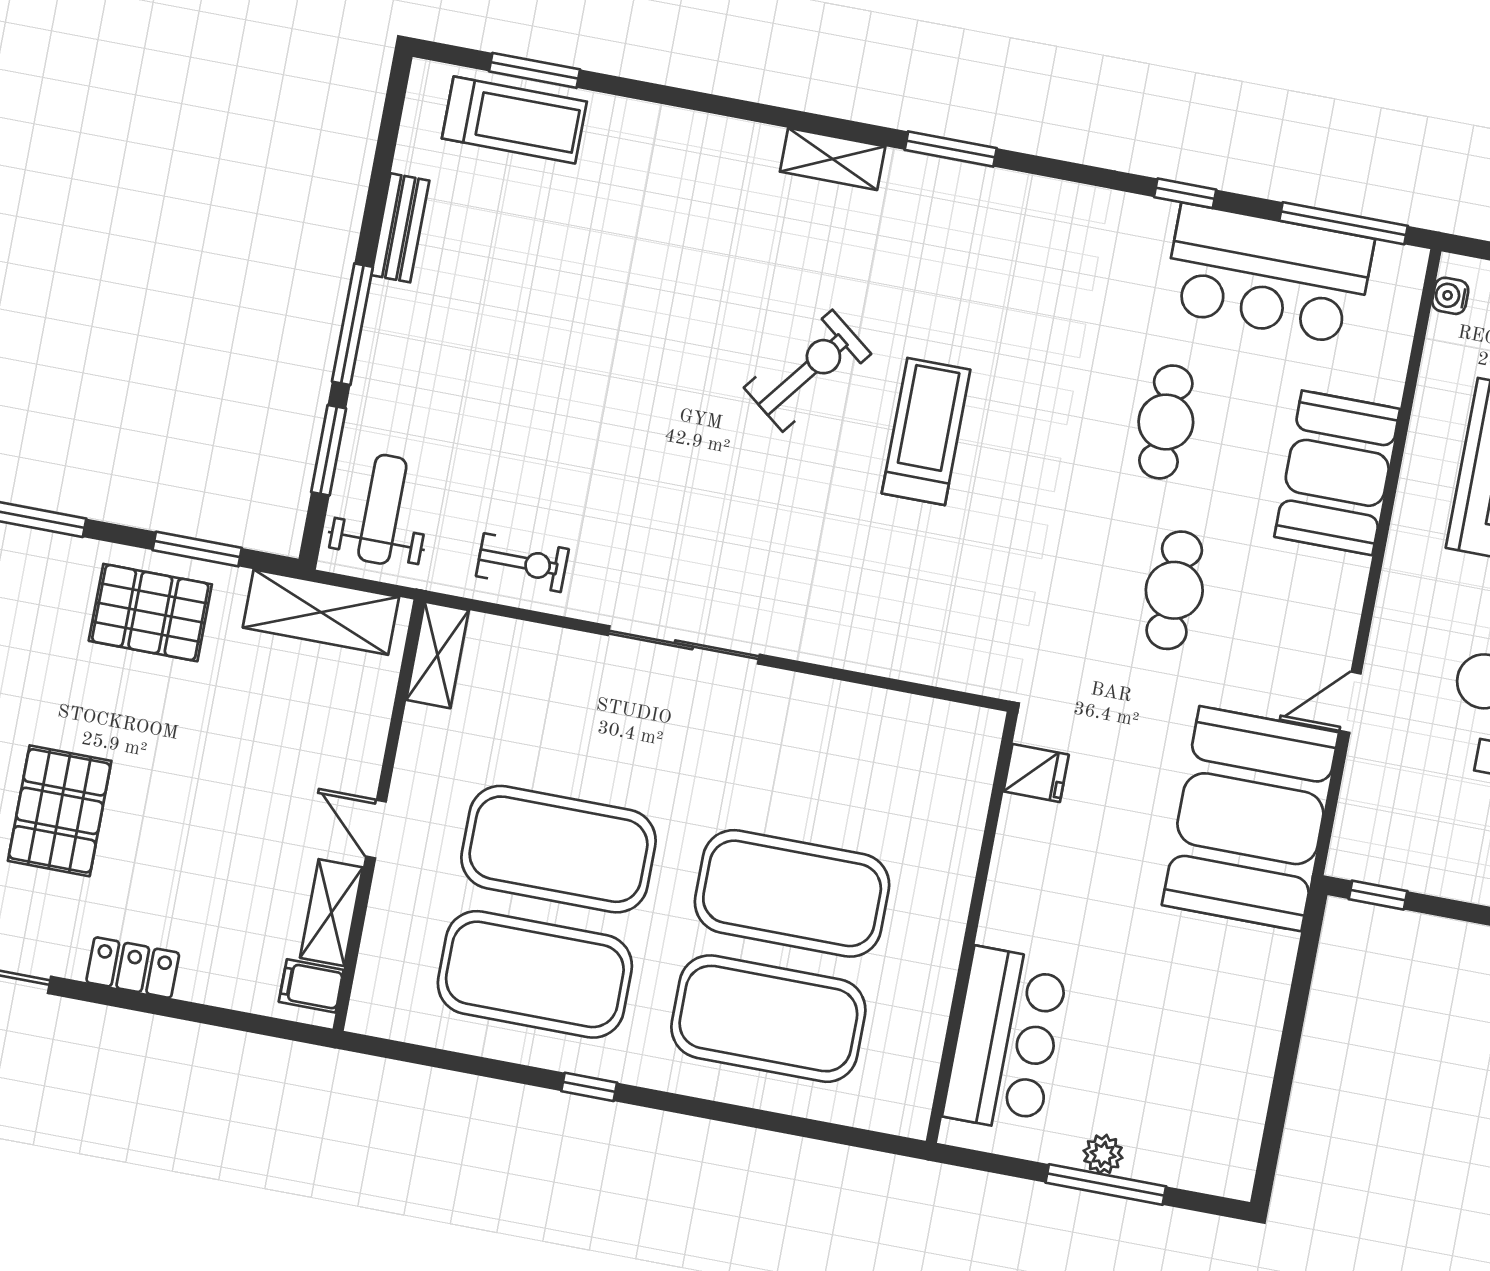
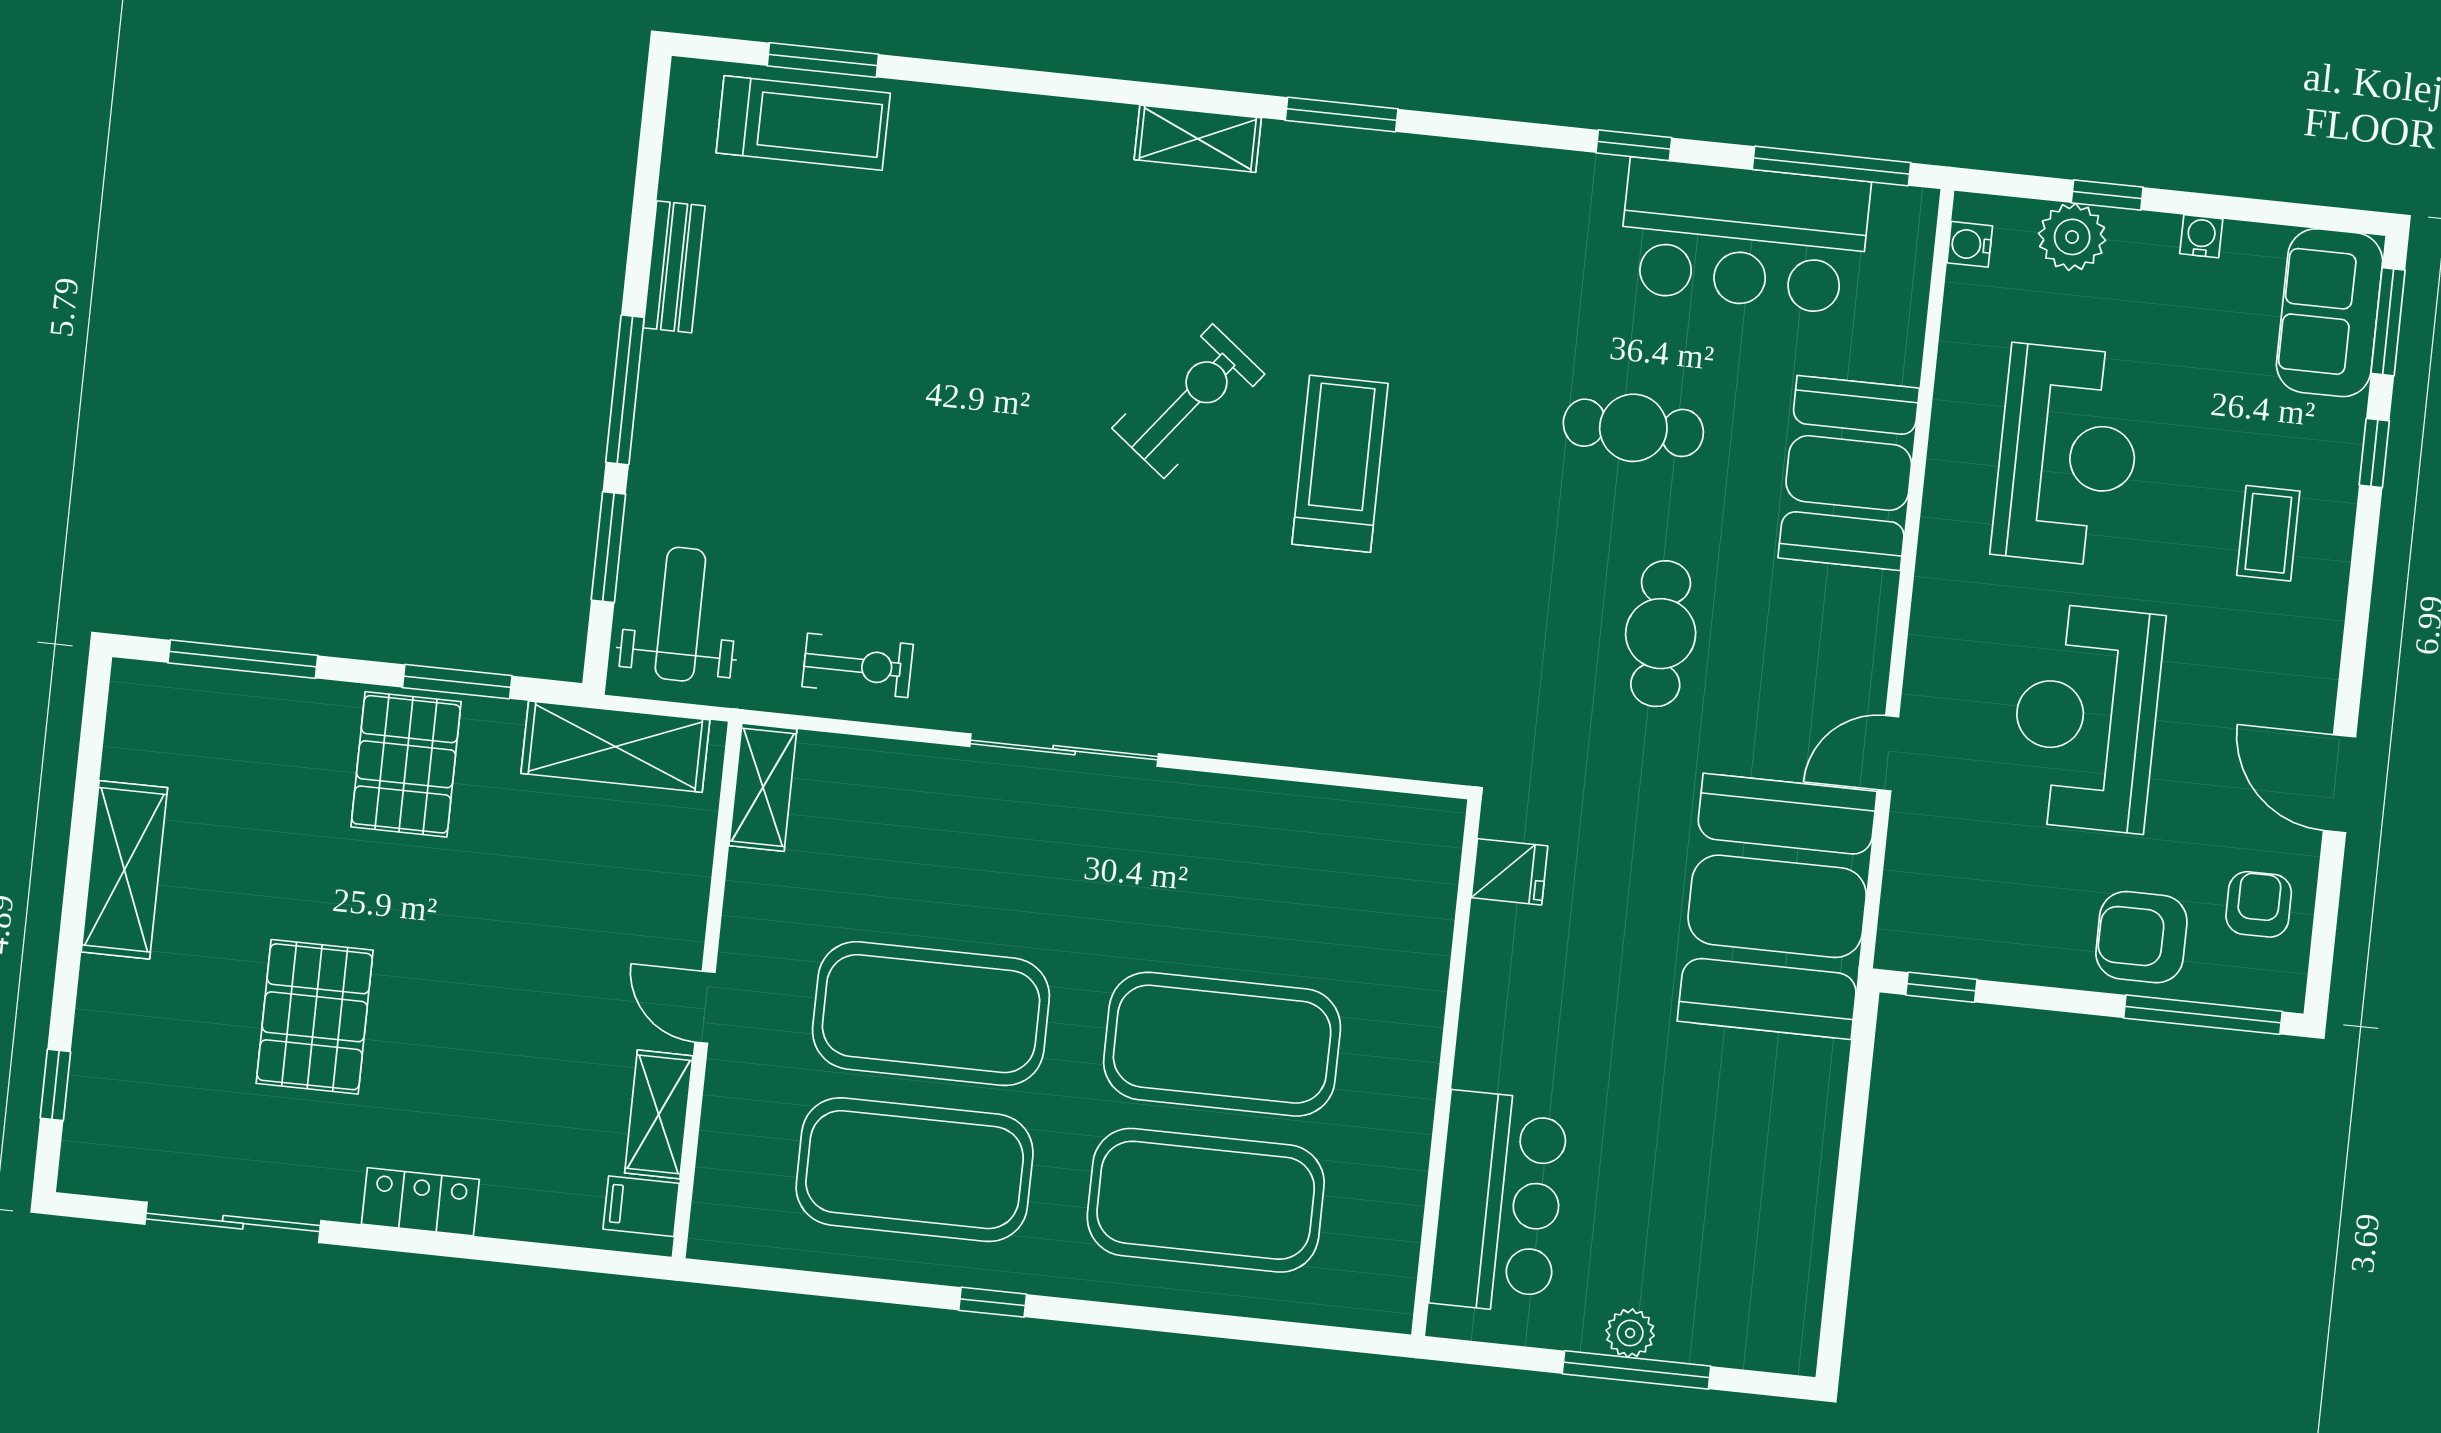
cafe table: (1166, 422) -> (1633, 428), turned 90
pallet: (150, 613) -> (406, 764), turned 90

